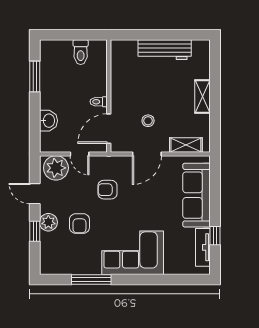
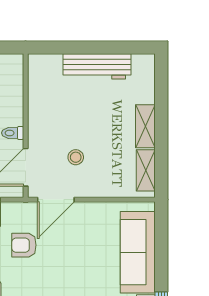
shelving: (186, 145) -> (146, 170), moved, turned 90
door: (147, 154) -> (56, 200), moved

